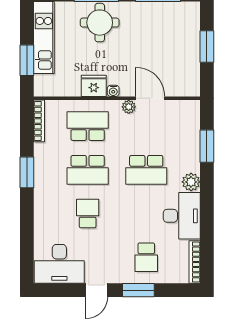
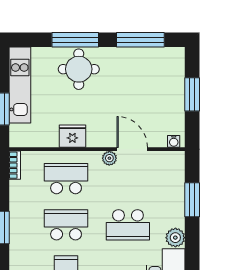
water cooler: (113, 91) -> (174, 141), moved
bookcase: (39, 121) -> (15, 165), width x0.64
school desk: (88, 170) -> (66, 225), turned 180

